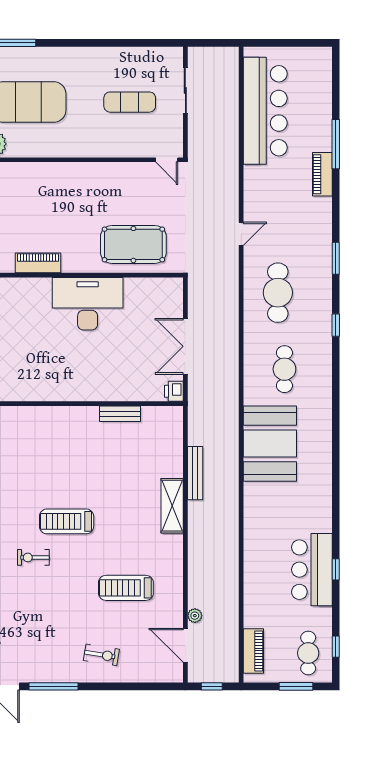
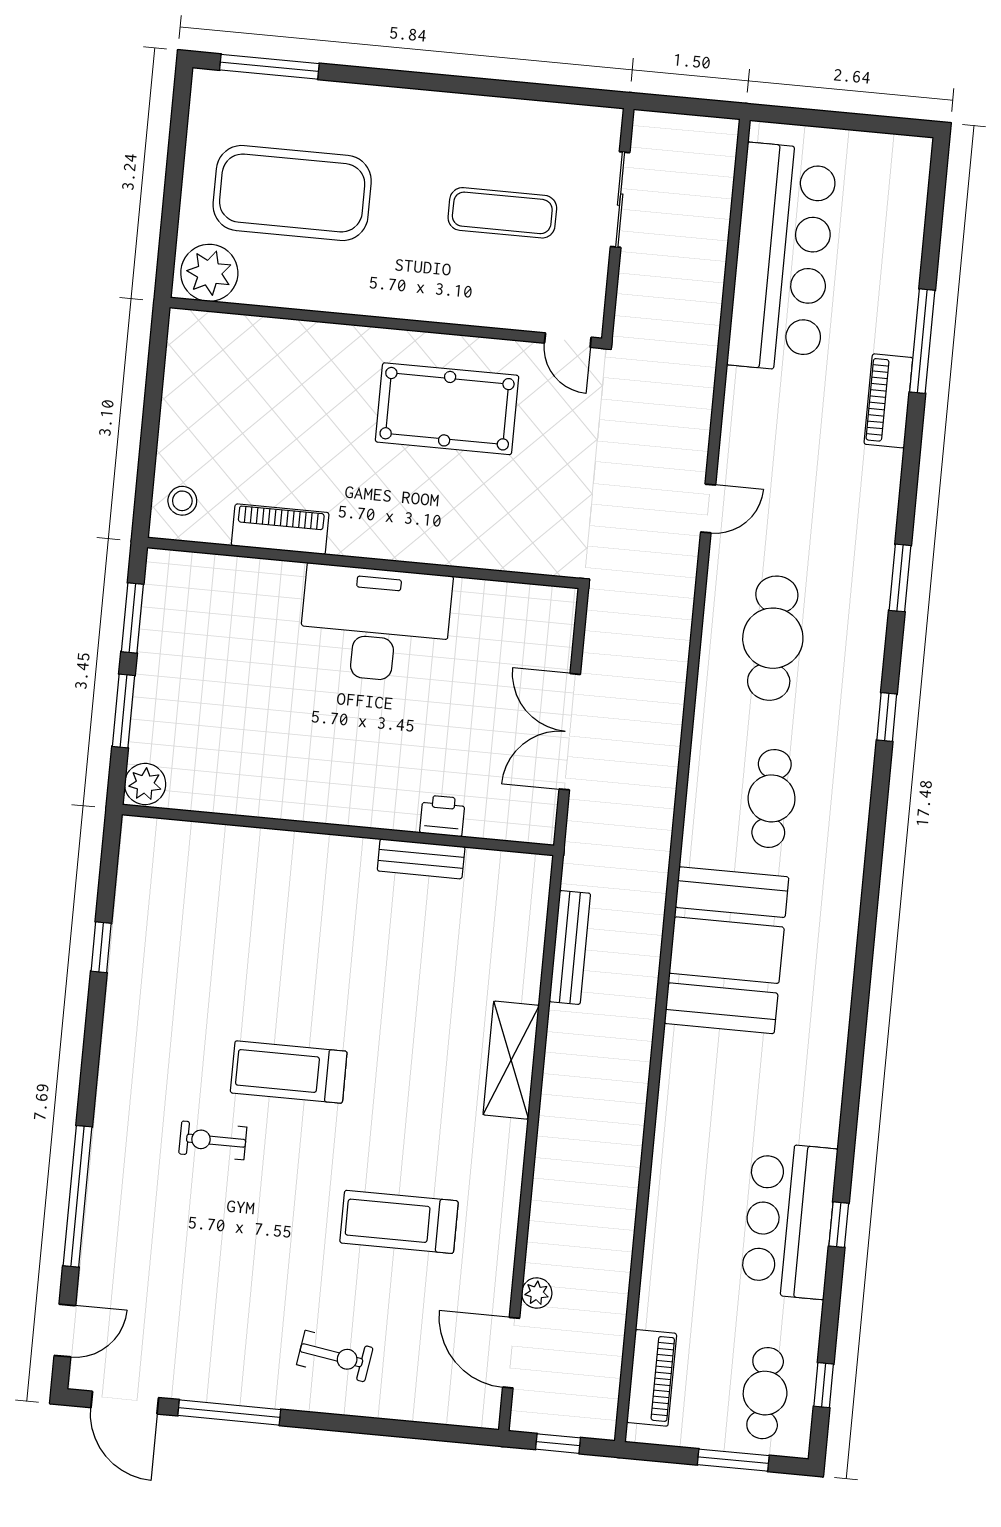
pool table: (133, 244) -> (447, 409), moved
printer: (174, 391) -> (442, 816), moved, turned 90
bench: (195, 473) -> (570, 947), moved

